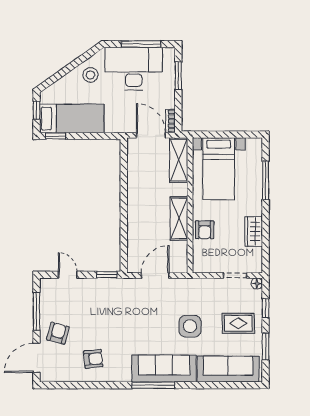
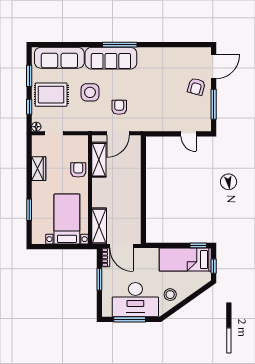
window: (178, 76) -> (99, 279), moved
window: (266, 180) -> (29, 210), width x0.69
shelving: (179, 218) -> (99, 160), moved
window: (107, 275) -> (157, 134), removed
rug: (238, 323) -> (51, 95), width x1.36, depth x1.43
armchair: (93, 359) -> (119, 107), moved, turned 96

